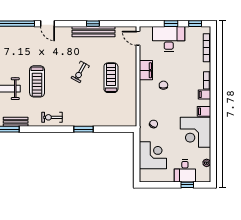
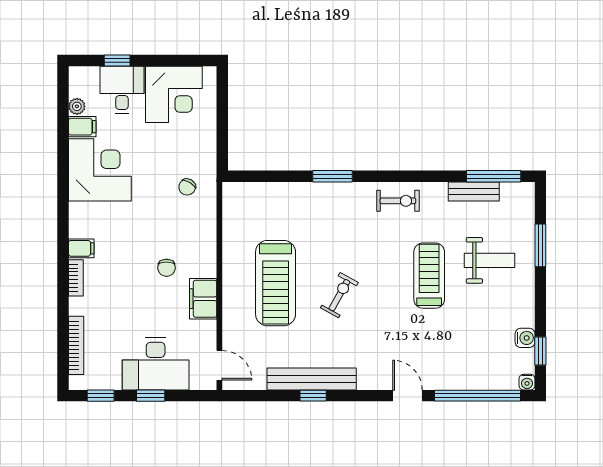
treadmill: (111, 78) -> (276, 283), width x1.37, depth x1.38
filing cabinet: (204, 111) -> (82, 127), moved
corner desk: (153, 155) -> (174, 94), moved, turned -90

